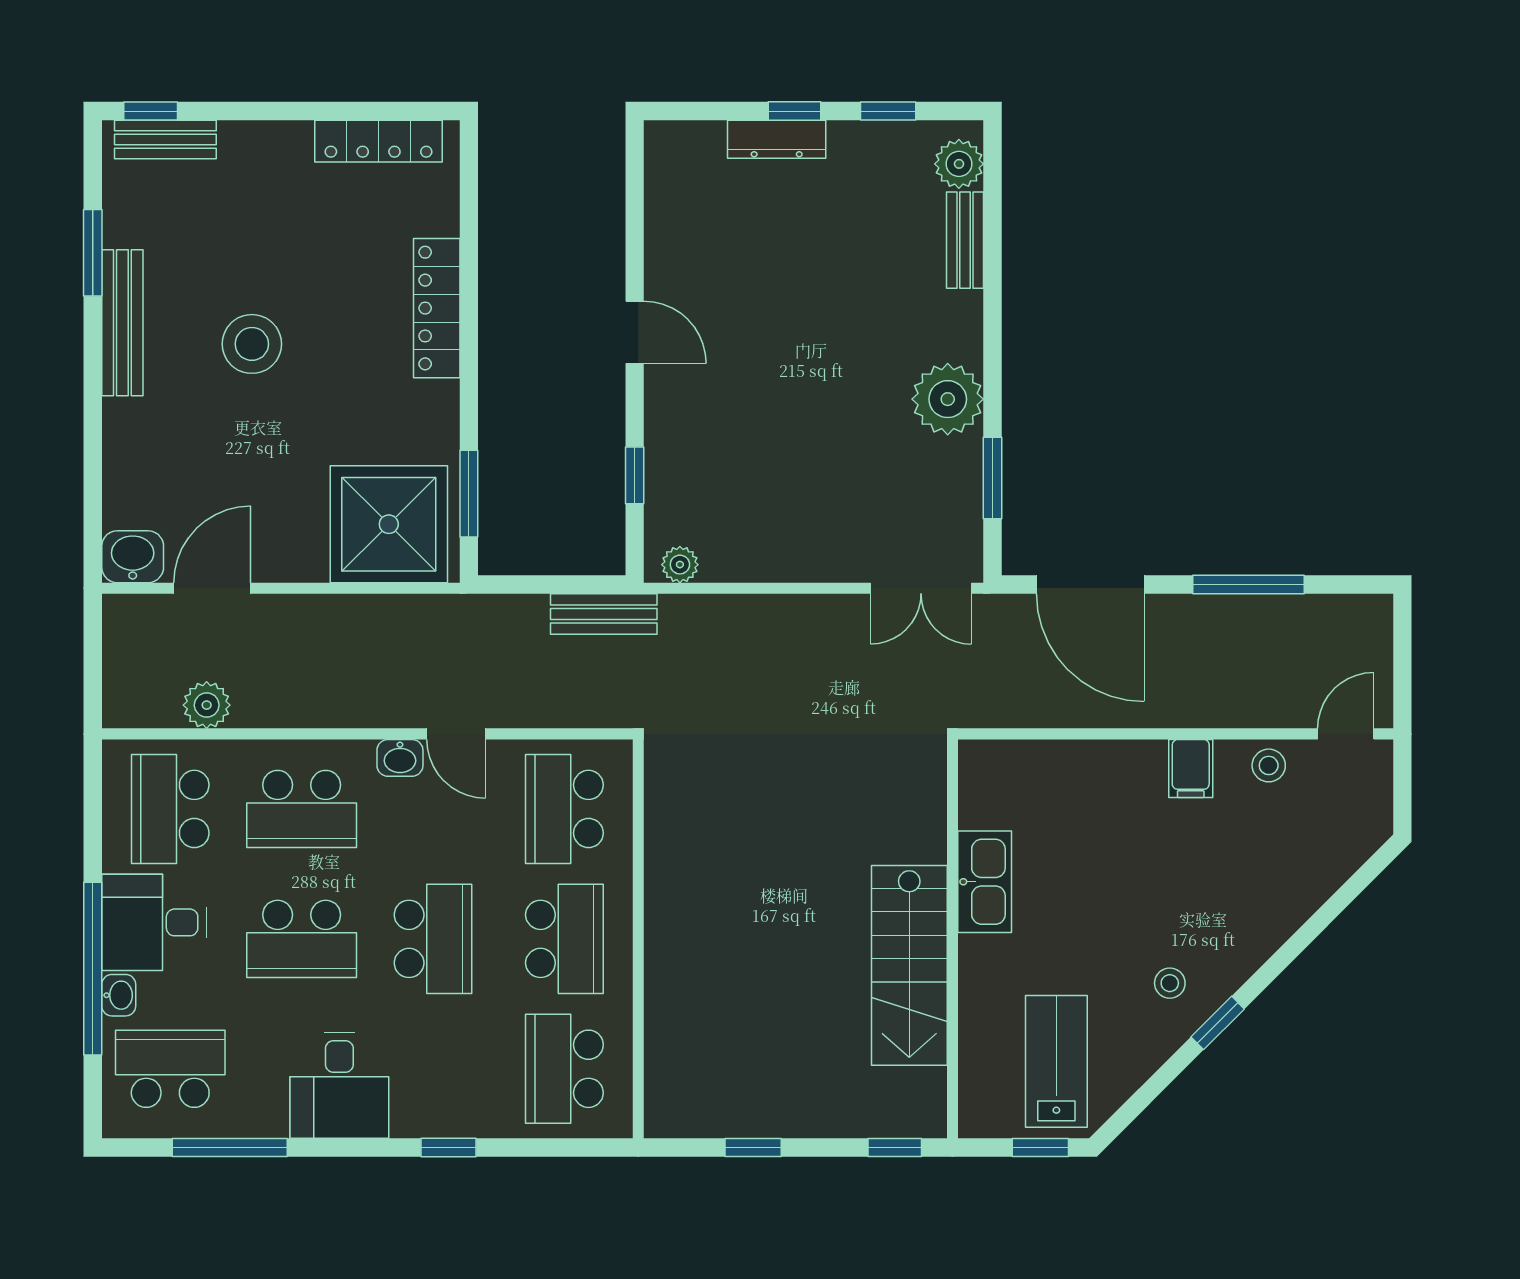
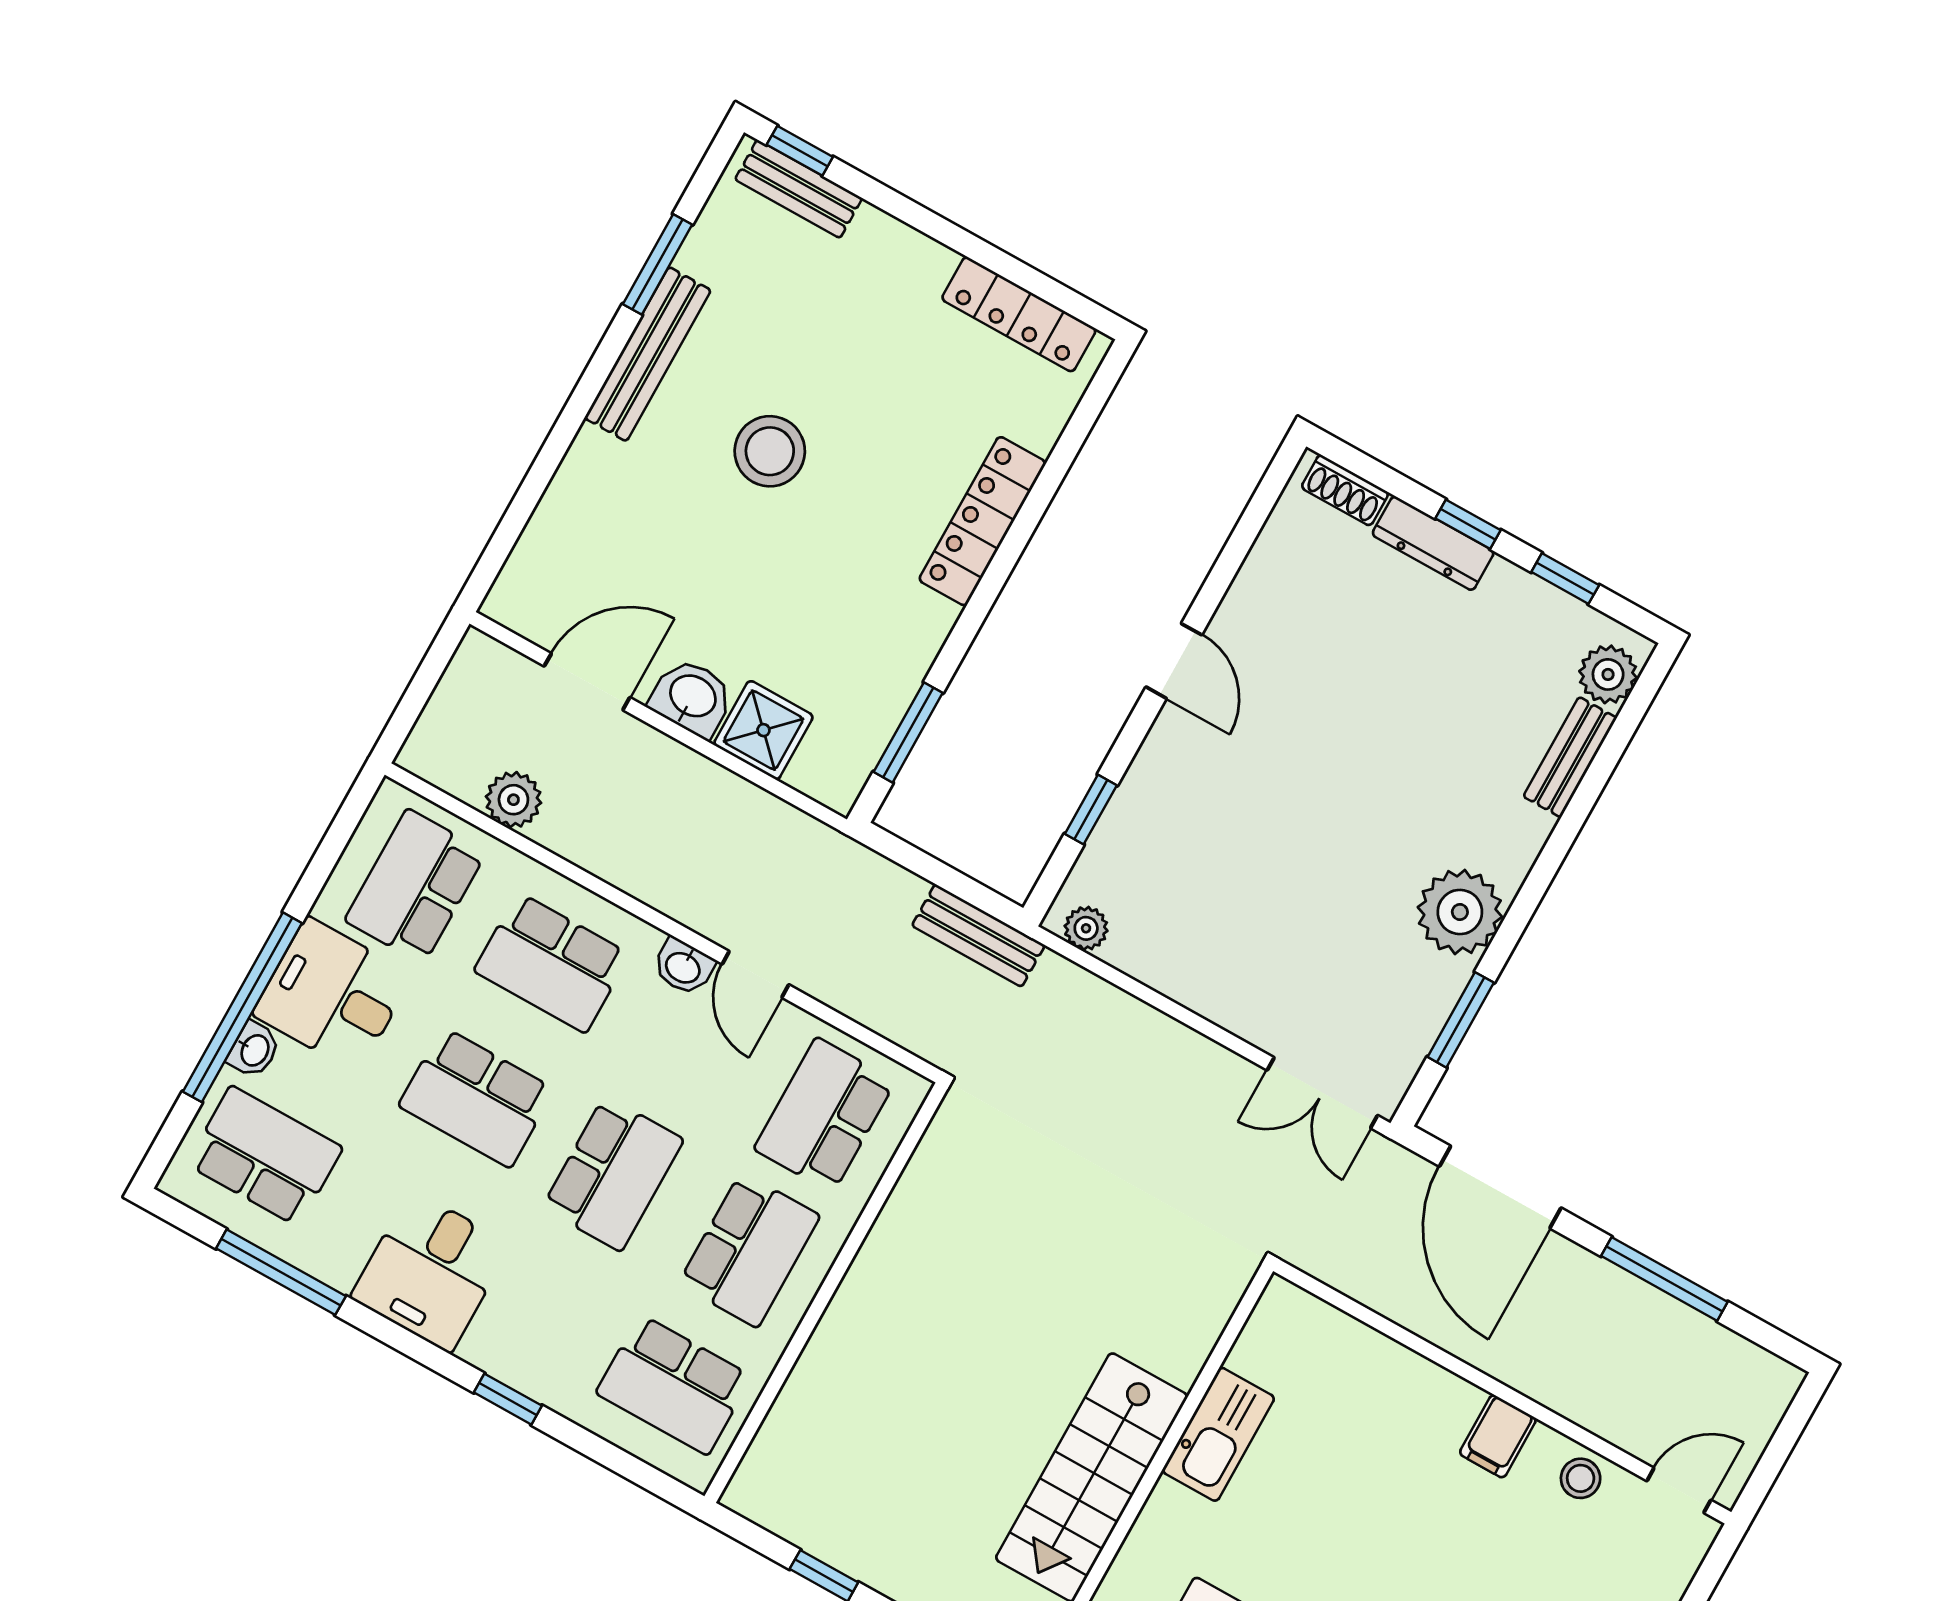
shoe rack: (690, 137) -> (1345, 490), added
shower: (389, 524) -> (763, 730), width x0.54, depth x0.54
washbasin: (133, 557) -> (692, 697), moved
school desk: (564, 1069) -> (674, 1385), turned -90

